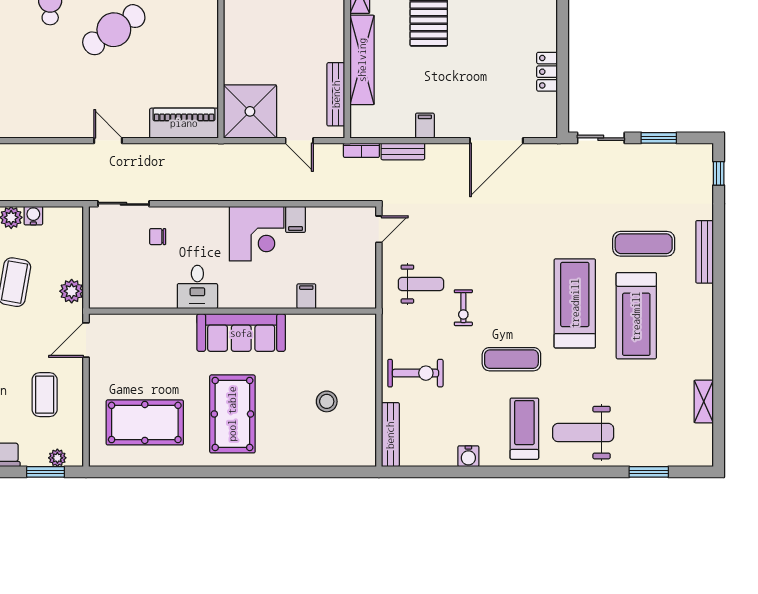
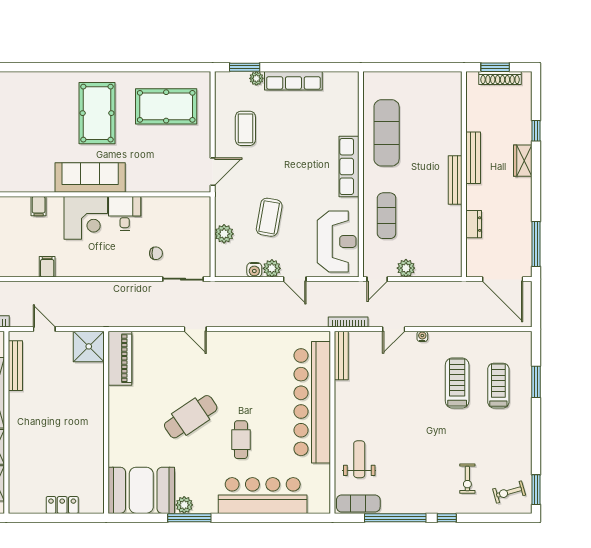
shower: (250, 111) -> (89, 346), width x0.73, depth x0.73
piano: (184, 123) -> (120, 358), moved, turned -90
corner desk: (257, 234) -> (86, 218), moved, turned 180
plant: (72, 291) -> (224, 234), moved
stool: (327, 401) -> (22, 123), removed
plant: (57, 458) -> (256, 78), moved

